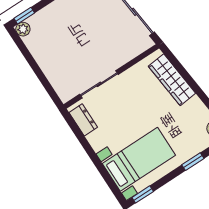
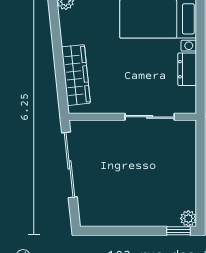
dresser: (83, 120) -> (187, 69), moved

